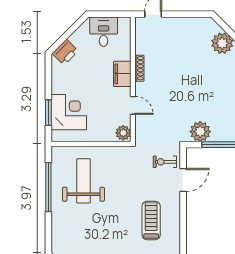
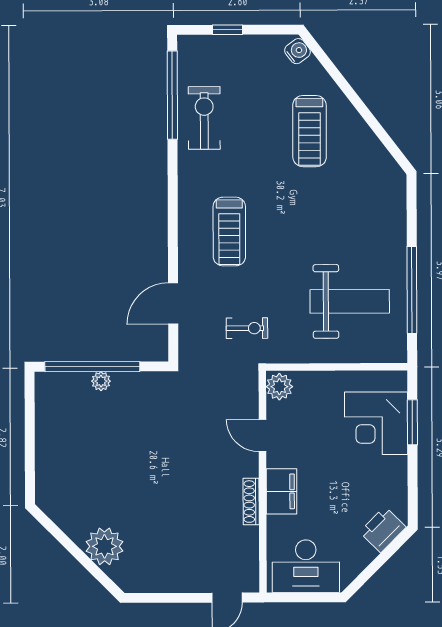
desk: (104, 32) -> (306, 566), width x1.37
plant: (200, 132) -> (101, 381), moved, width x0.53, depth x0.53
exercise bike: (165, 162) -> (247, 328), moved
weight bench: (83, 181) -> (350, 301), turned -90

